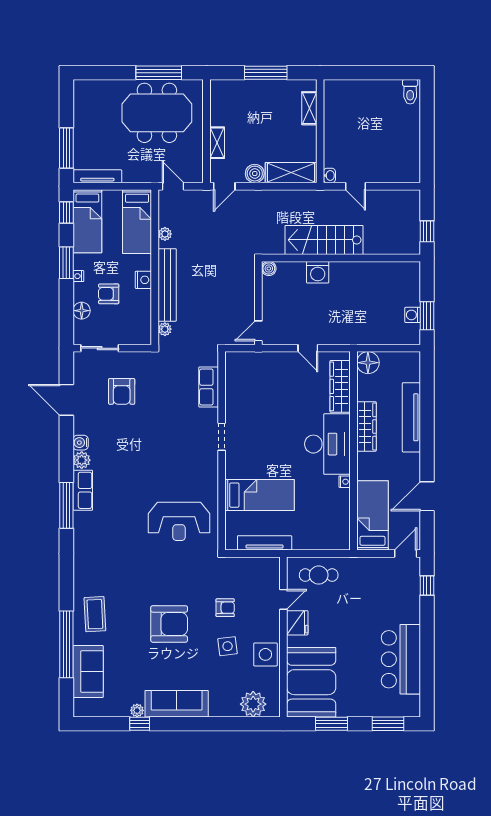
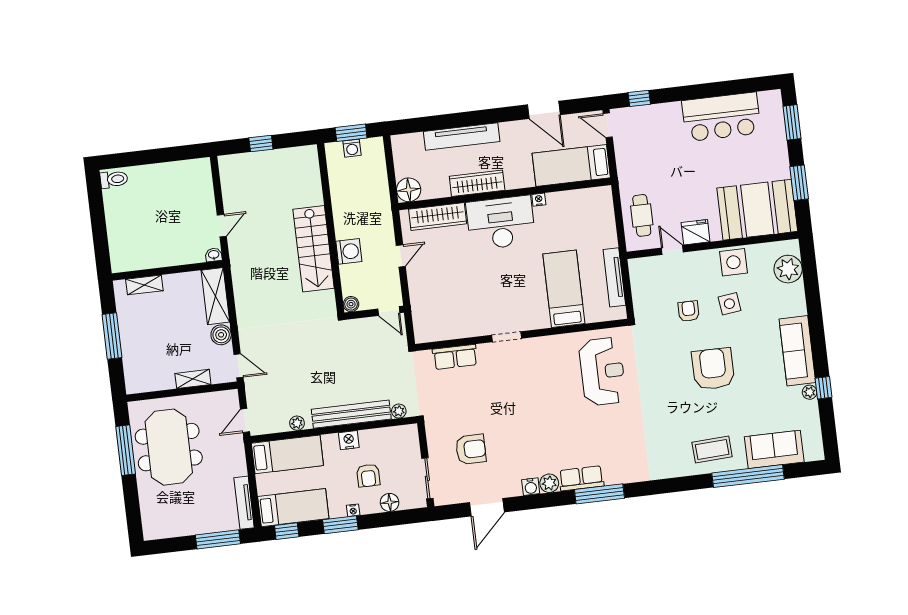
stairs: (324, 240) -> (314, 249), moved
wall: (341, 258) -> (331, 228), moved
boiler: (269, 268) -> (351, 304), moved
washing machine: (318, 272) -> (349, 251), moved

